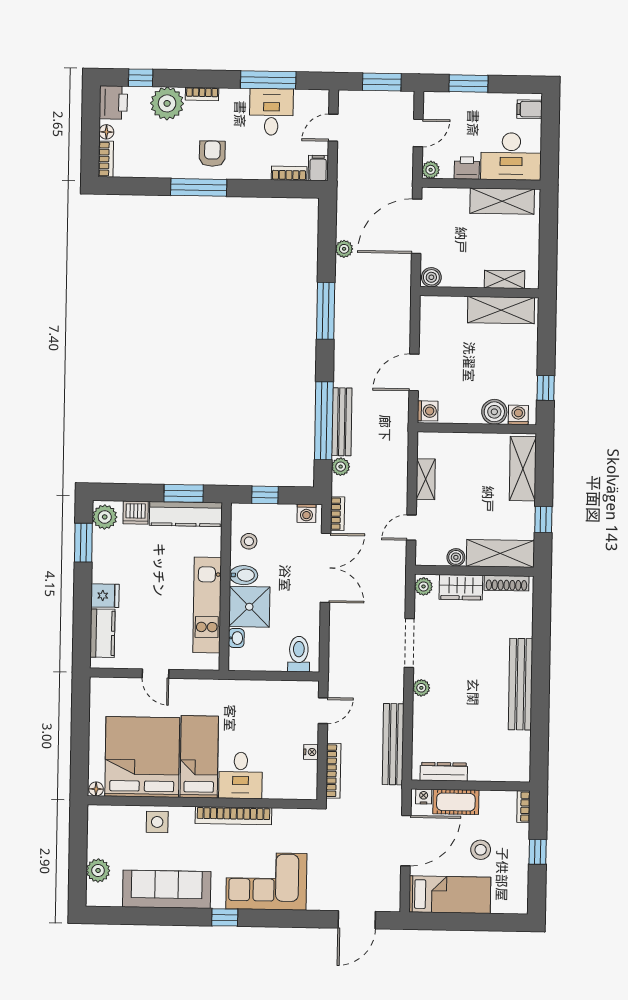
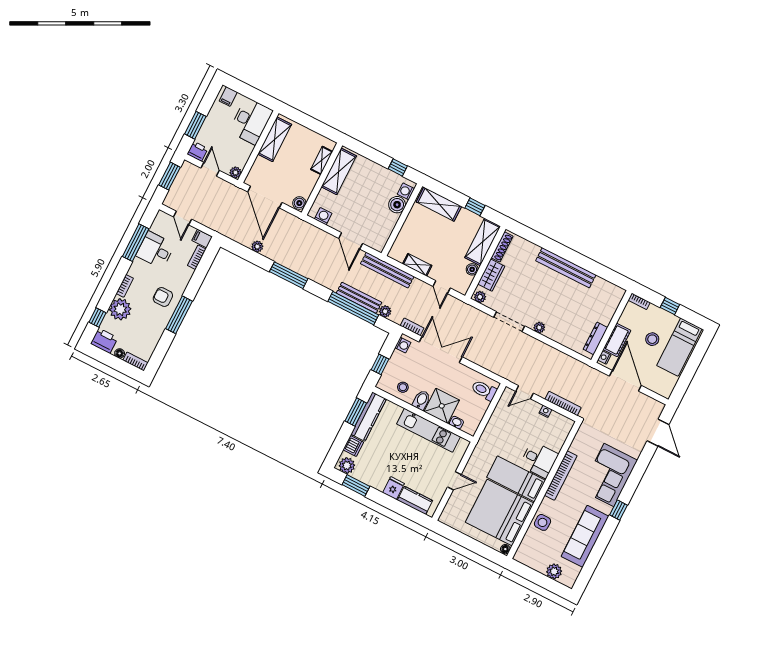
printer: (467, 168) -> (198, 151), moved, turned 90
washing machine: (428, 411) -> (323, 216), moved
door: (323, 711) -> (524, 392), swing flipped
bench: (393, 744) -> (387, 270), moved
bed: (450, 895) -> (679, 347), moved, turned 180

